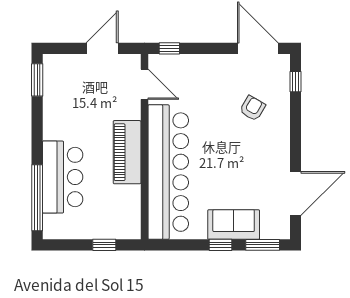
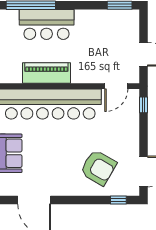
armchair: (253, 108) -> (98, 168), width x1.88, depth x1.88
piano: (127, 152) -> (46, 73), moved

